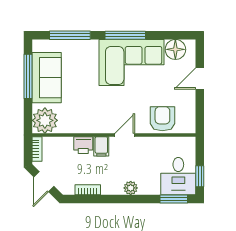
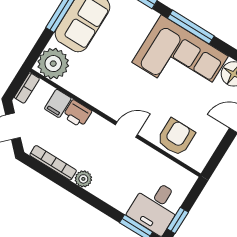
filing cabinet: (101, 146) -> (58, 103), moved
plant: (131, 188) -> (83, 179), moved
bookcase: (88, 190) -> (53, 163), width x1.56

